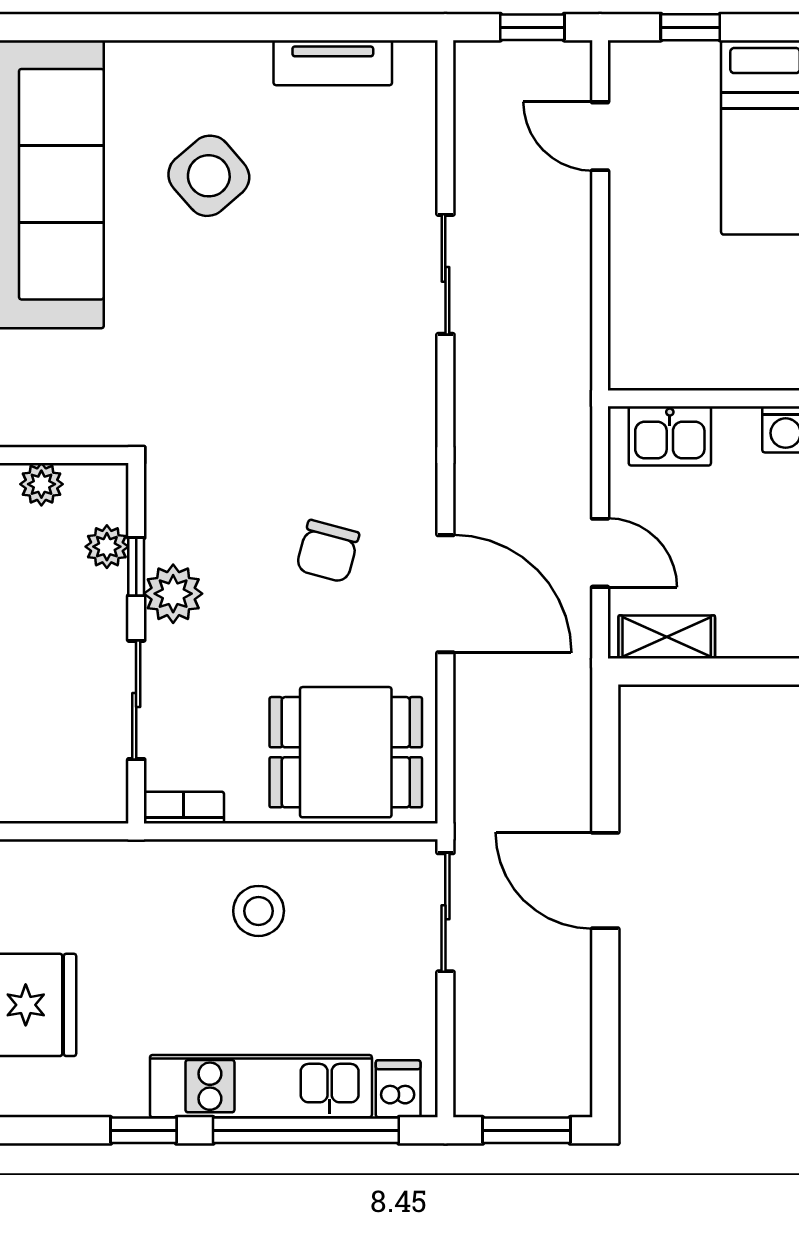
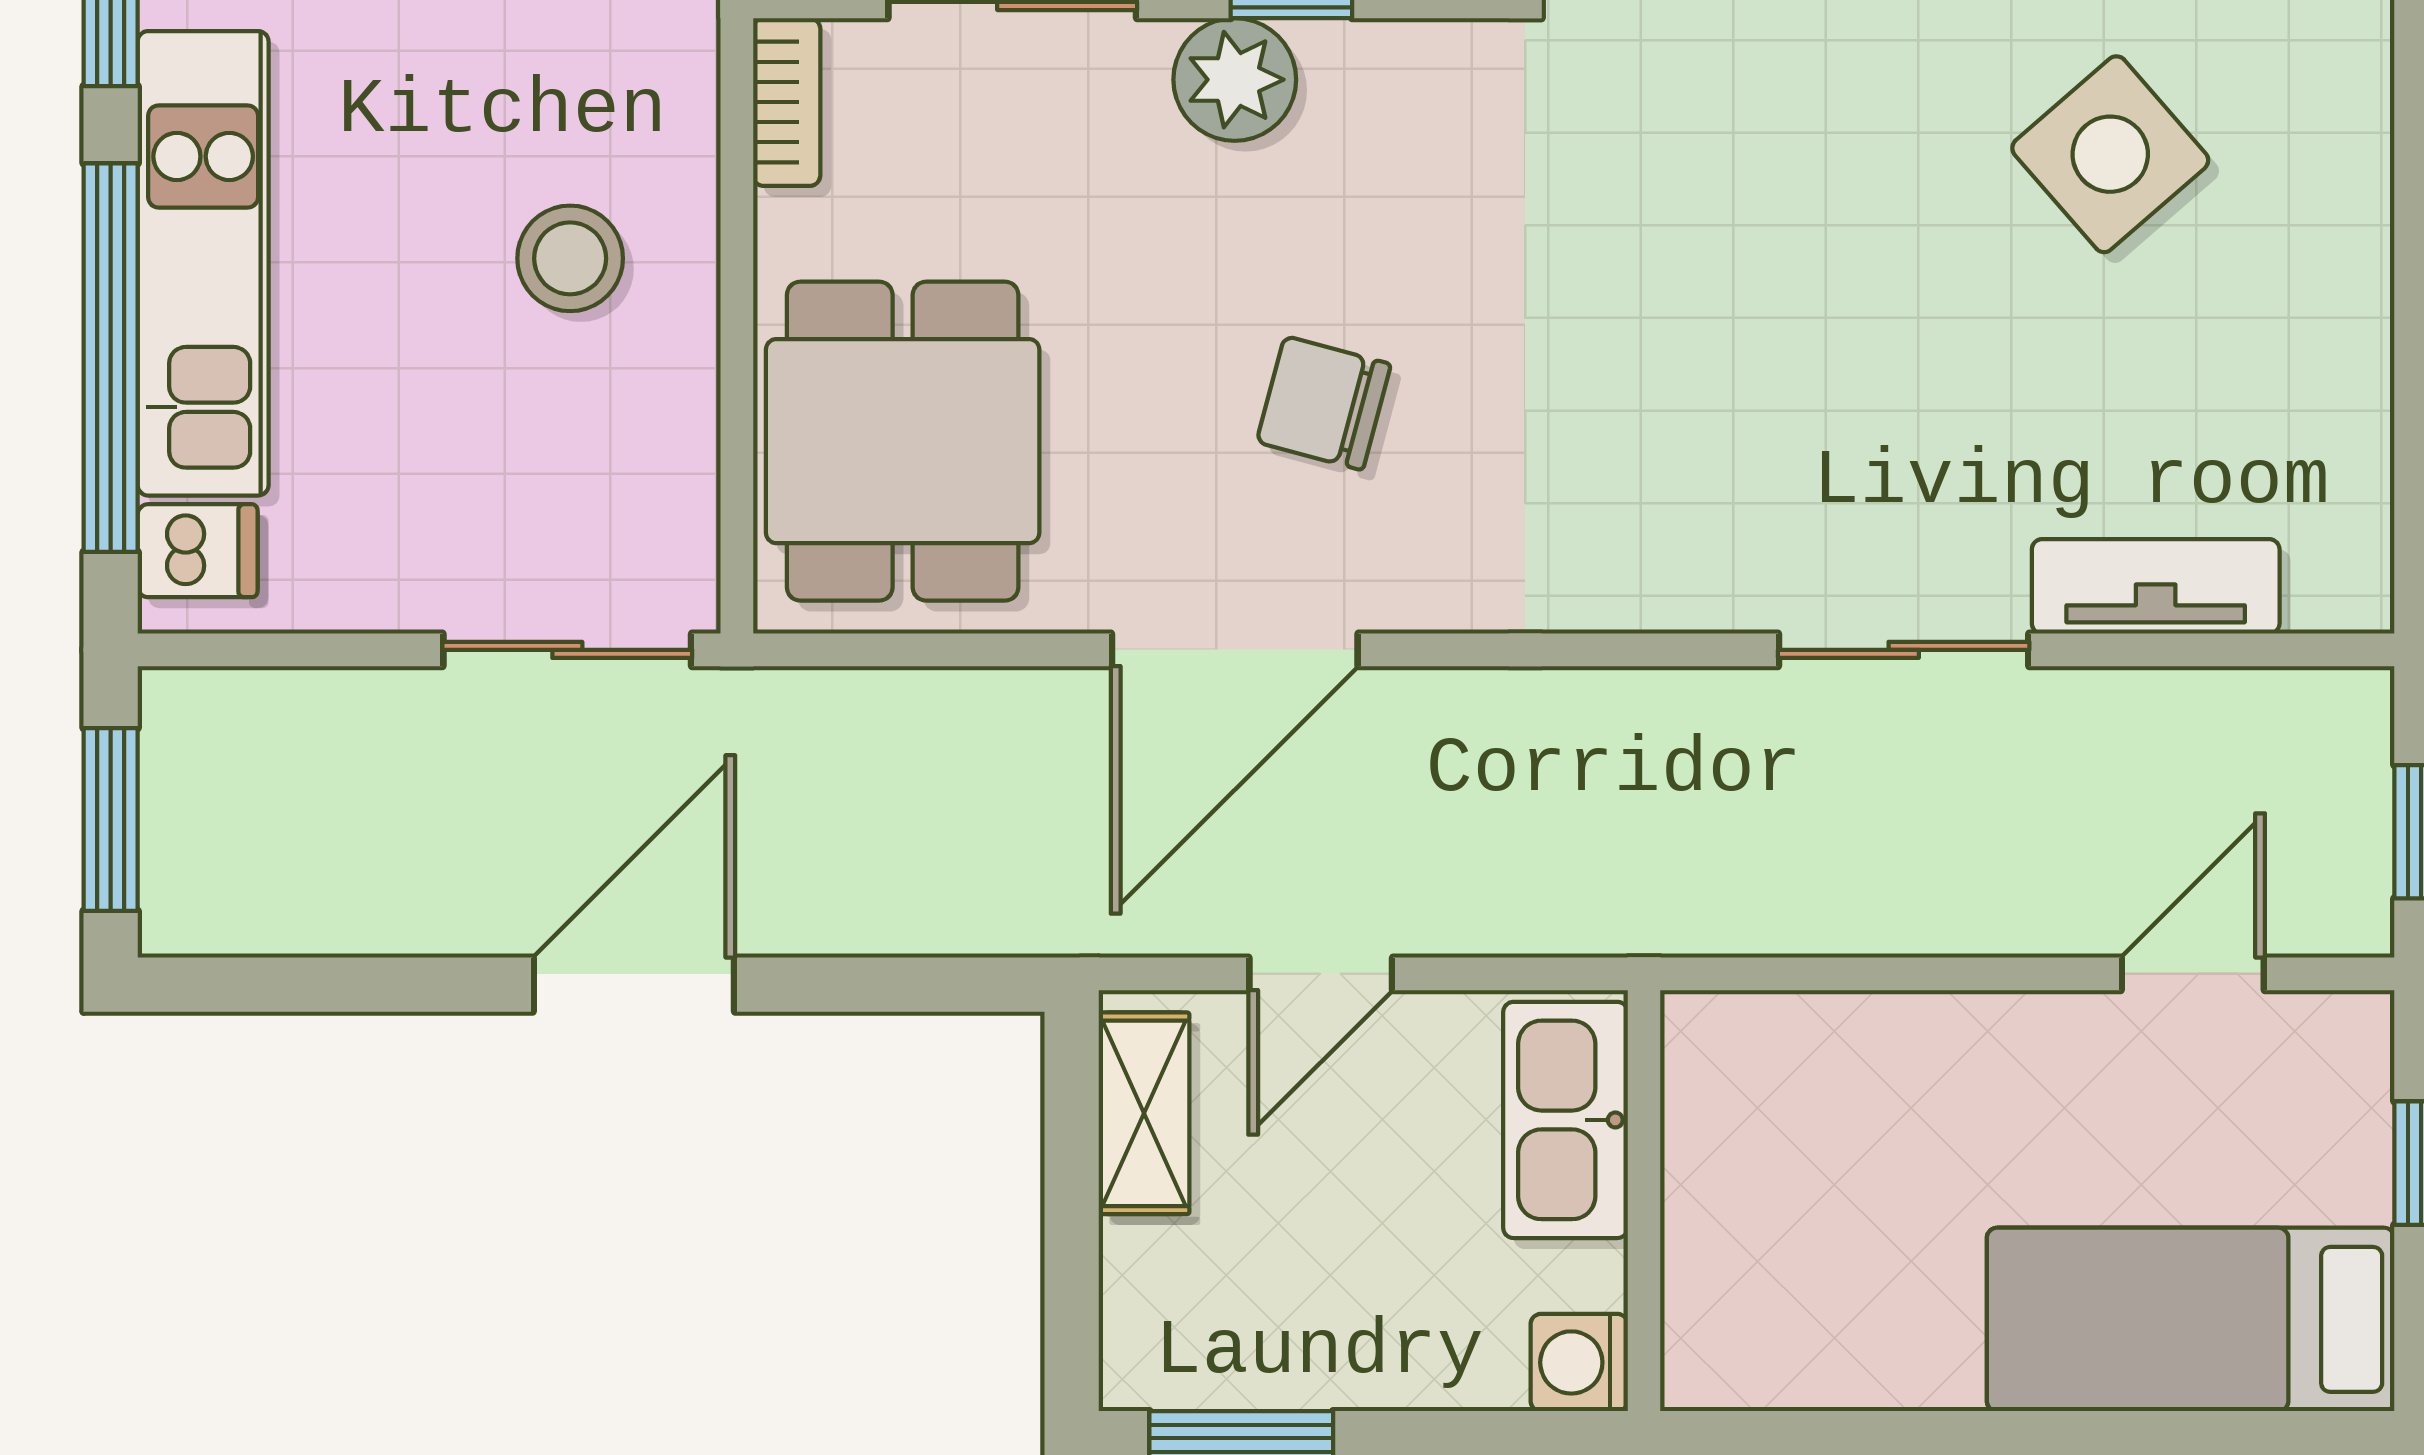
tv unit: (333, 63) -> (2156, 586), moved, turned 90
kitchen sink: (670, 436) -> (1565, 1120), width x1.38

